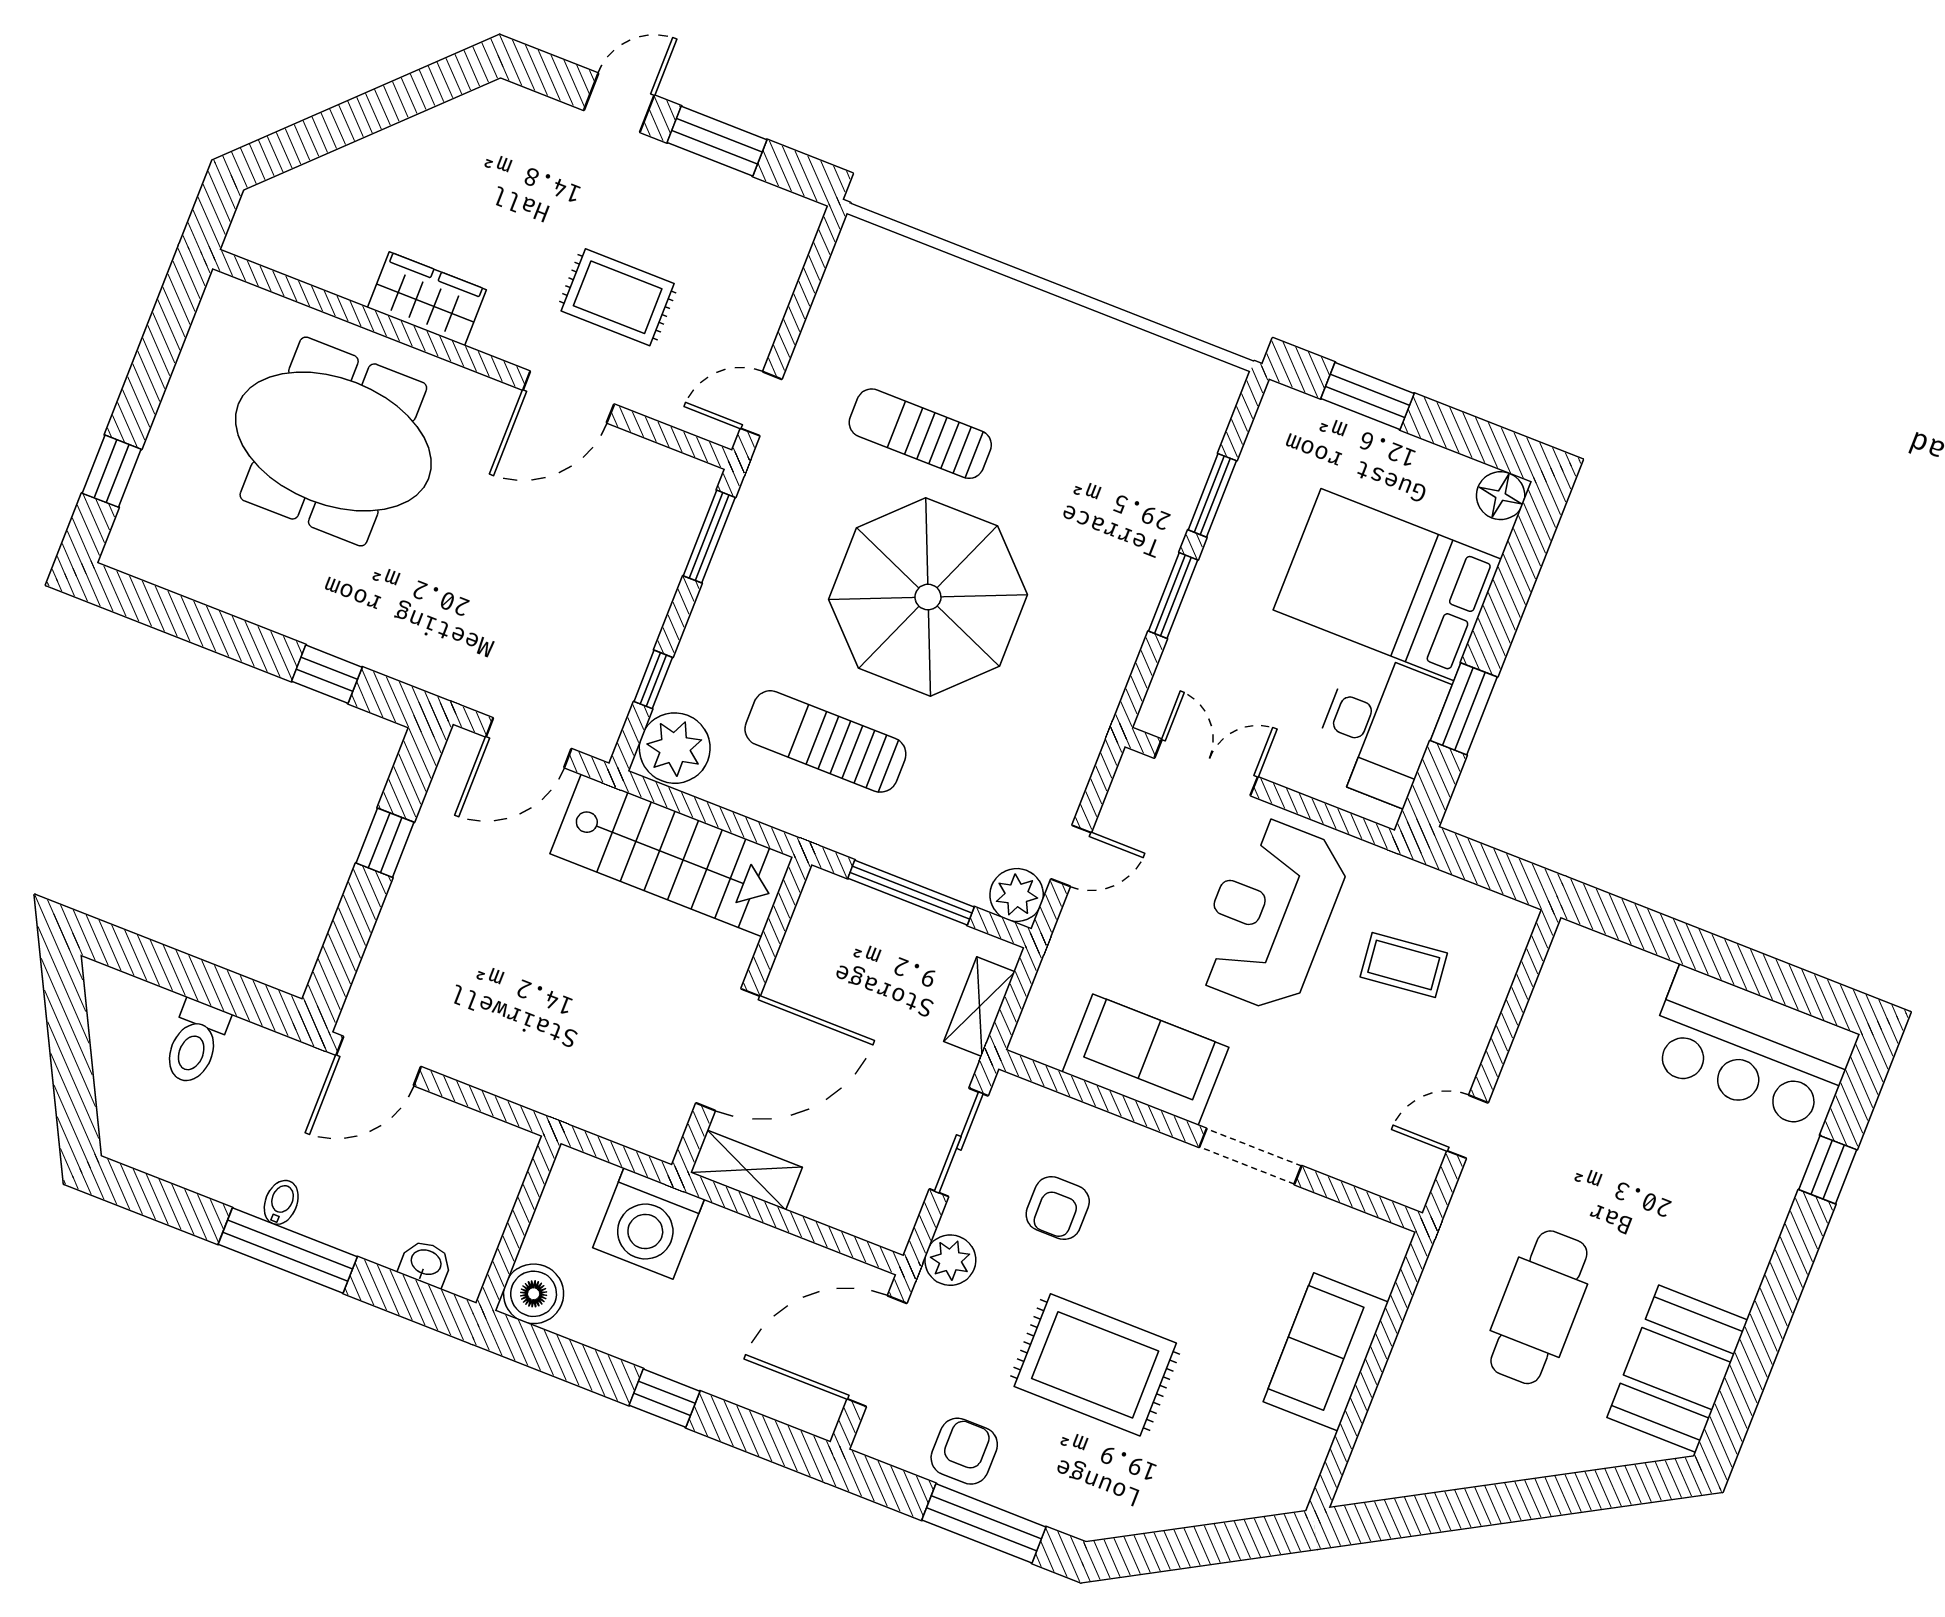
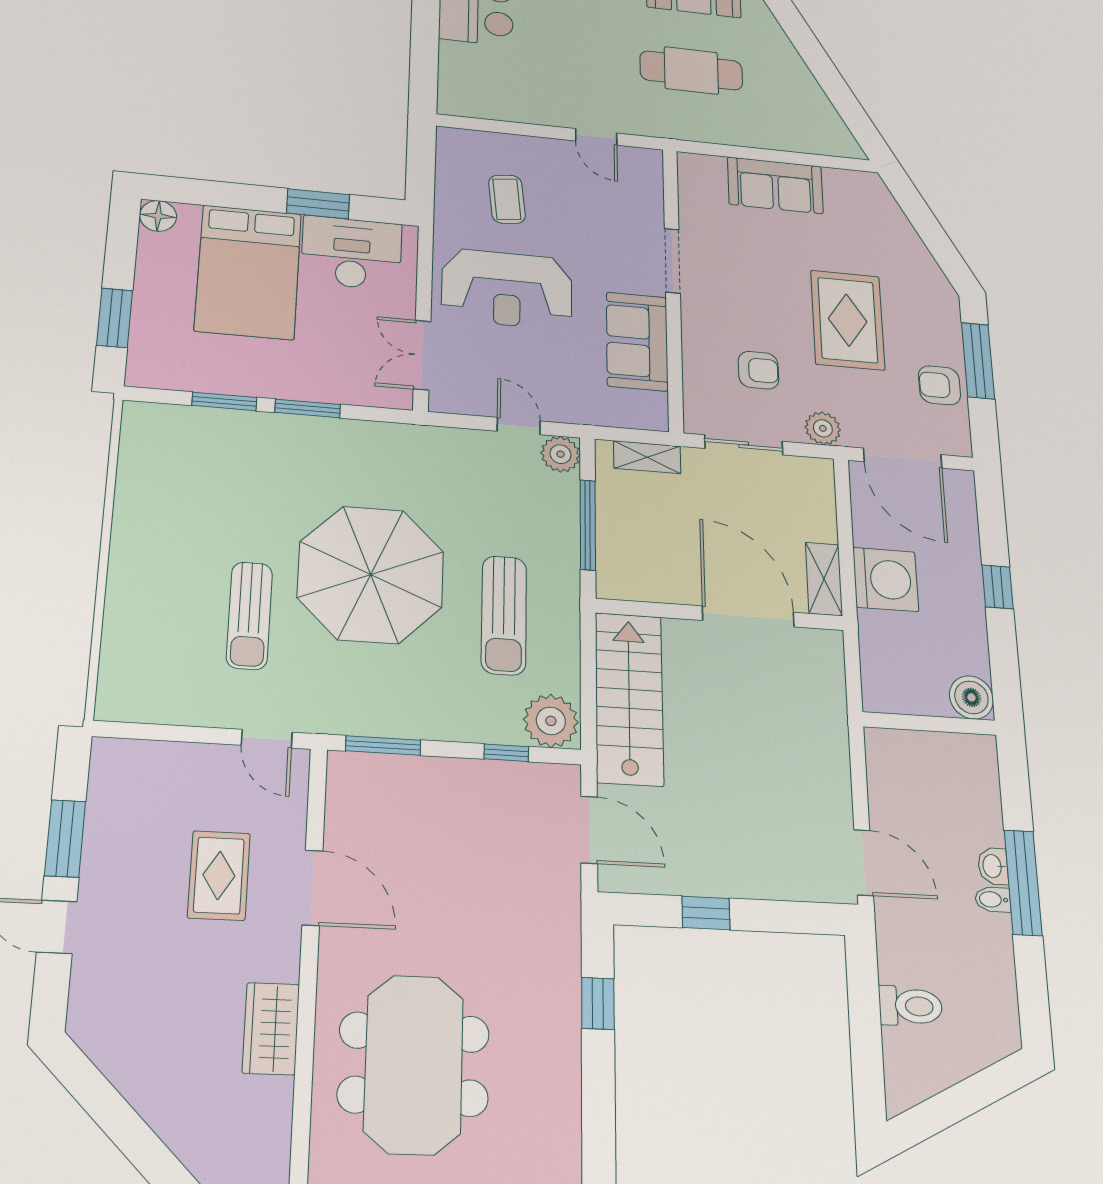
washing machine: (648, 1224) -> (886, 579), moved
washbasin: (426, 1263) -> (993, 866), moved

